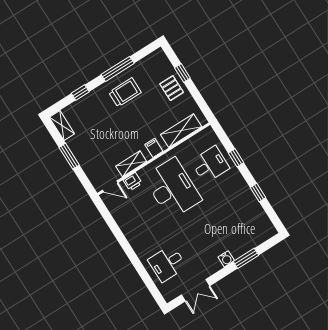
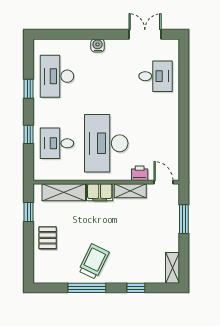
window: (182, 73) -> (29, 212), moved
trolley: (125, 92) -> (94, 261), turned 116
filing cabinet: (154, 148) -> (100, 192), width x2.00
window: (69, 156) -> (184, 219), moved
desk: (242, 216) -> (57, 76), added
window: (246, 258) -> (79, 34), removed

